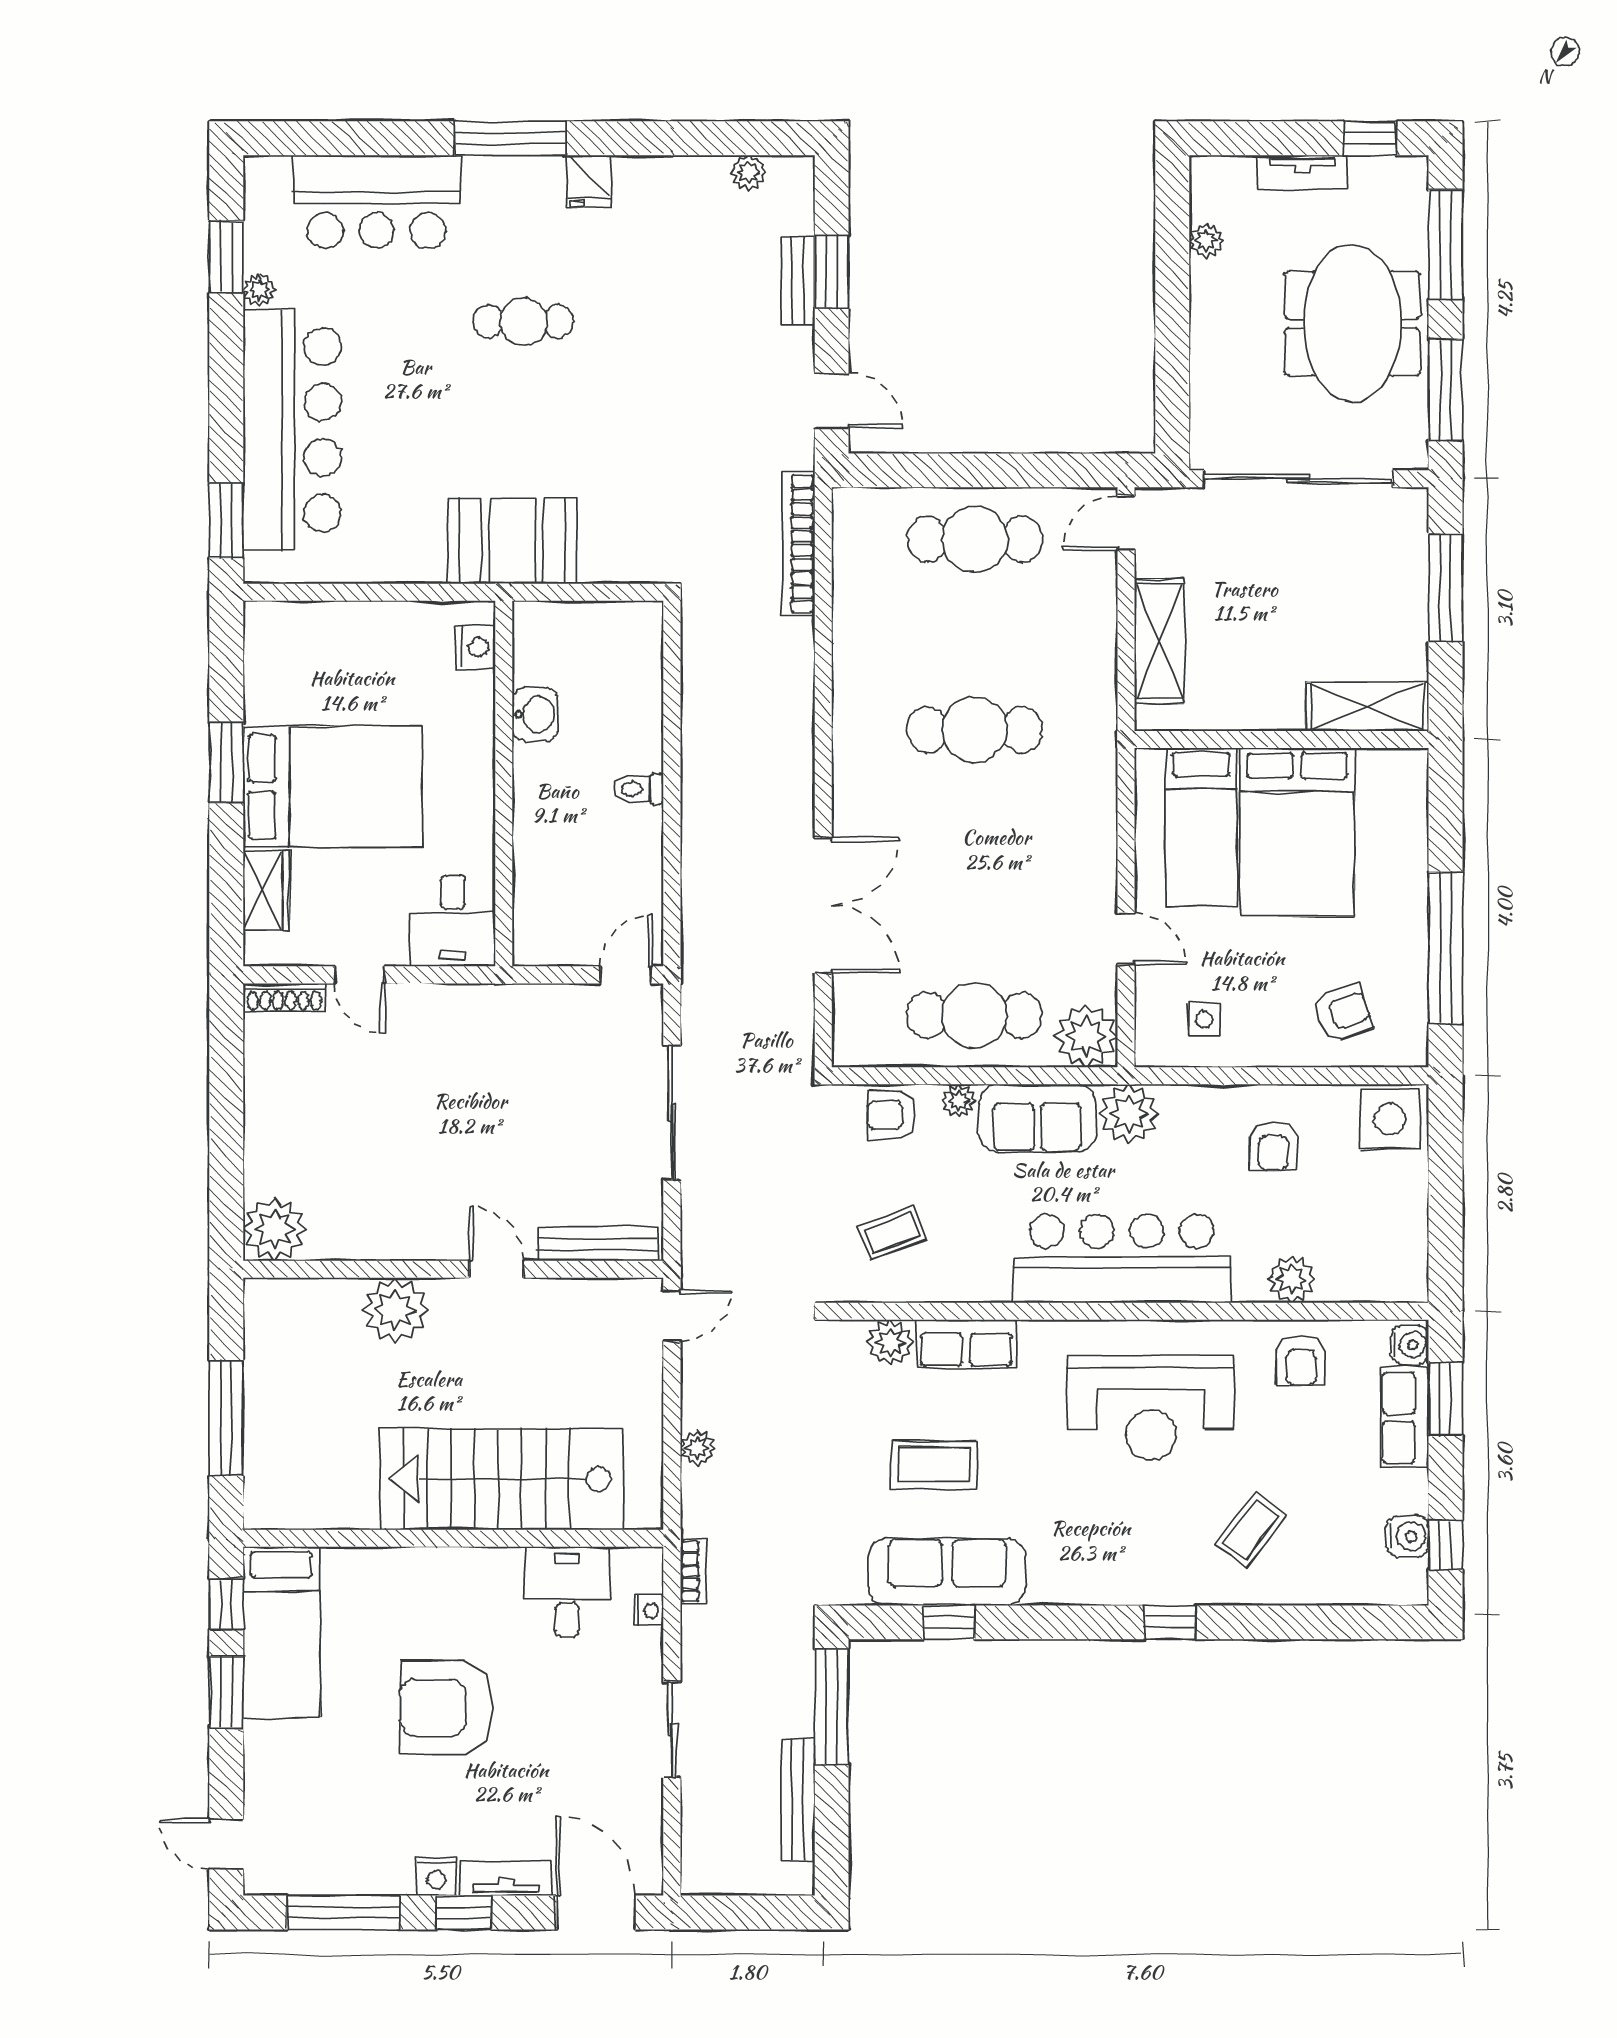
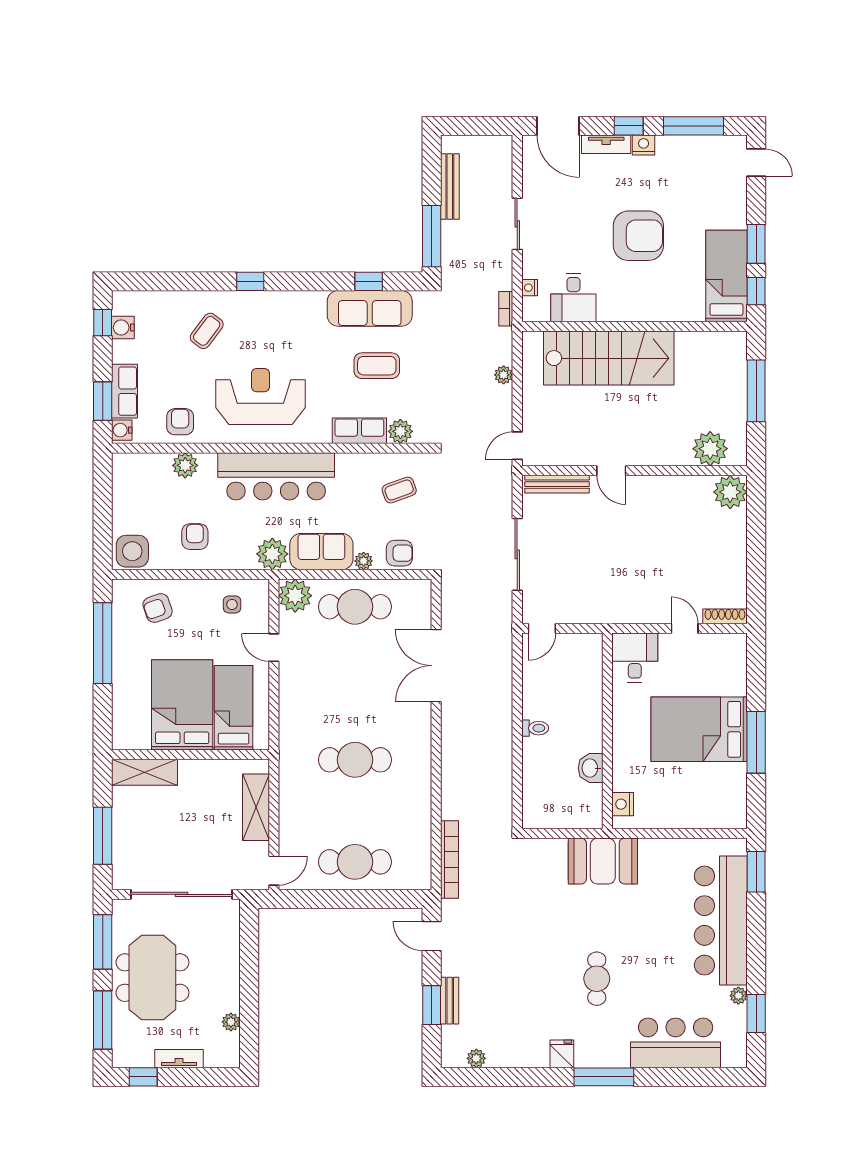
cafe table: (524, 321) -> (597, 979), turned 90
window: (226, 763) -> (756, 742), width x1.44
wardrobe: (266, 890) -> (735, 674), removed
plant: (395, 1310) -> (710, 449), moved

